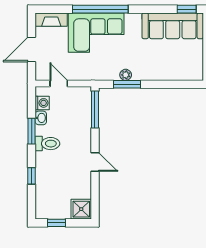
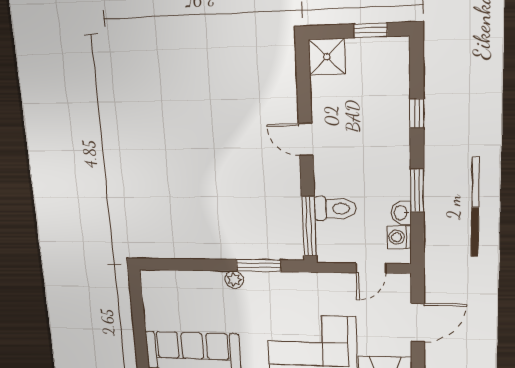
plant: (126, 75) -> (234, 280), moved
door: (59, 84) -> (371, 268), hinge flipped
toilet: (47, 144) -> (335, 209), moved, turned 180

